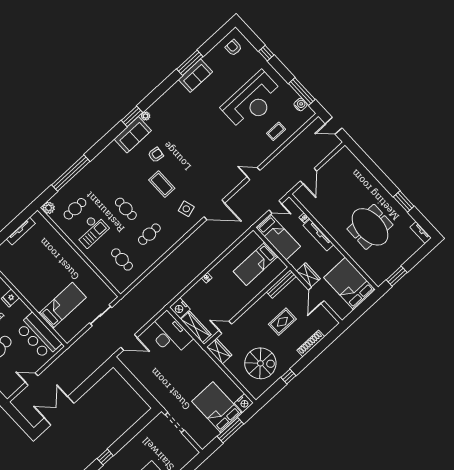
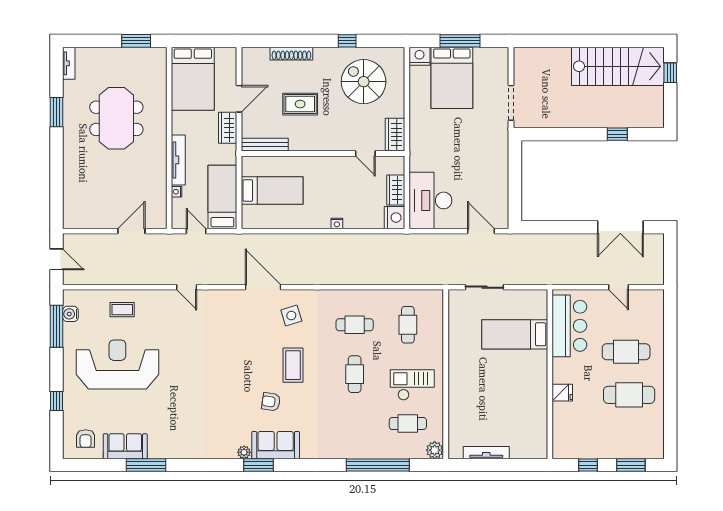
sofa: (195, 76) -> (125, 446), moved
wardrobe: (196, 327) -> (396, 190), width x0.67

